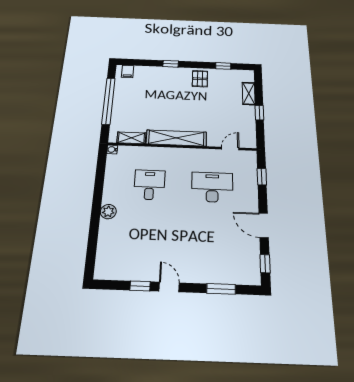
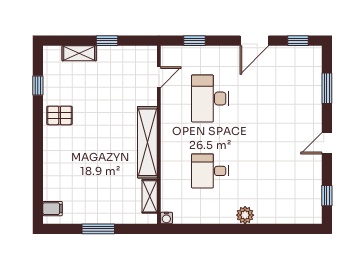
window: (171, 64) -> (38, 154), removed
window: (108, 101) -> (98, 229), width x0.47
door: (230, 148) -> (159, 77), swing flipped
window: (140, 286) -> (327, 196), moved

